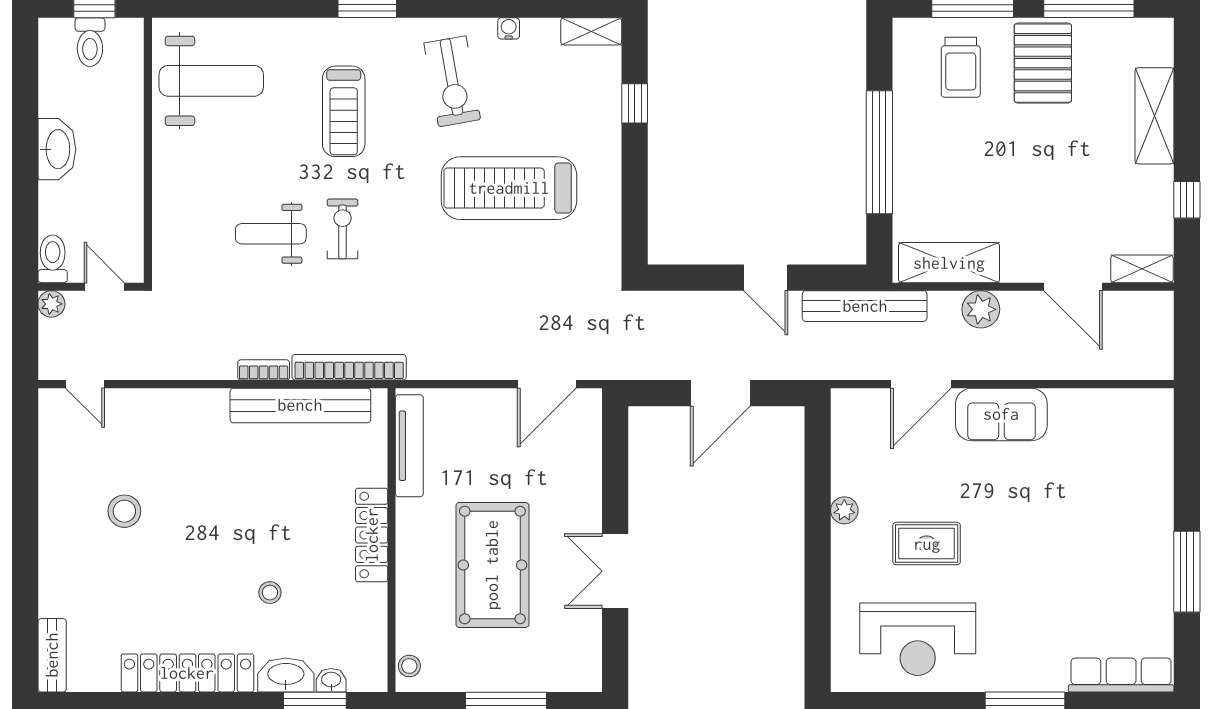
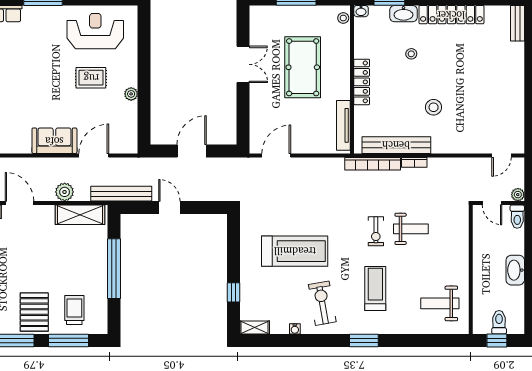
weight bench: (211, 81) -> (440, 303), width x0.73, depth x0.75
door: (85, 384) -> (501, 155), swing flipped
stool: (124, 511) -> (434, 107), moved
washbasin: (331, 680) -> (361, 11), moved

